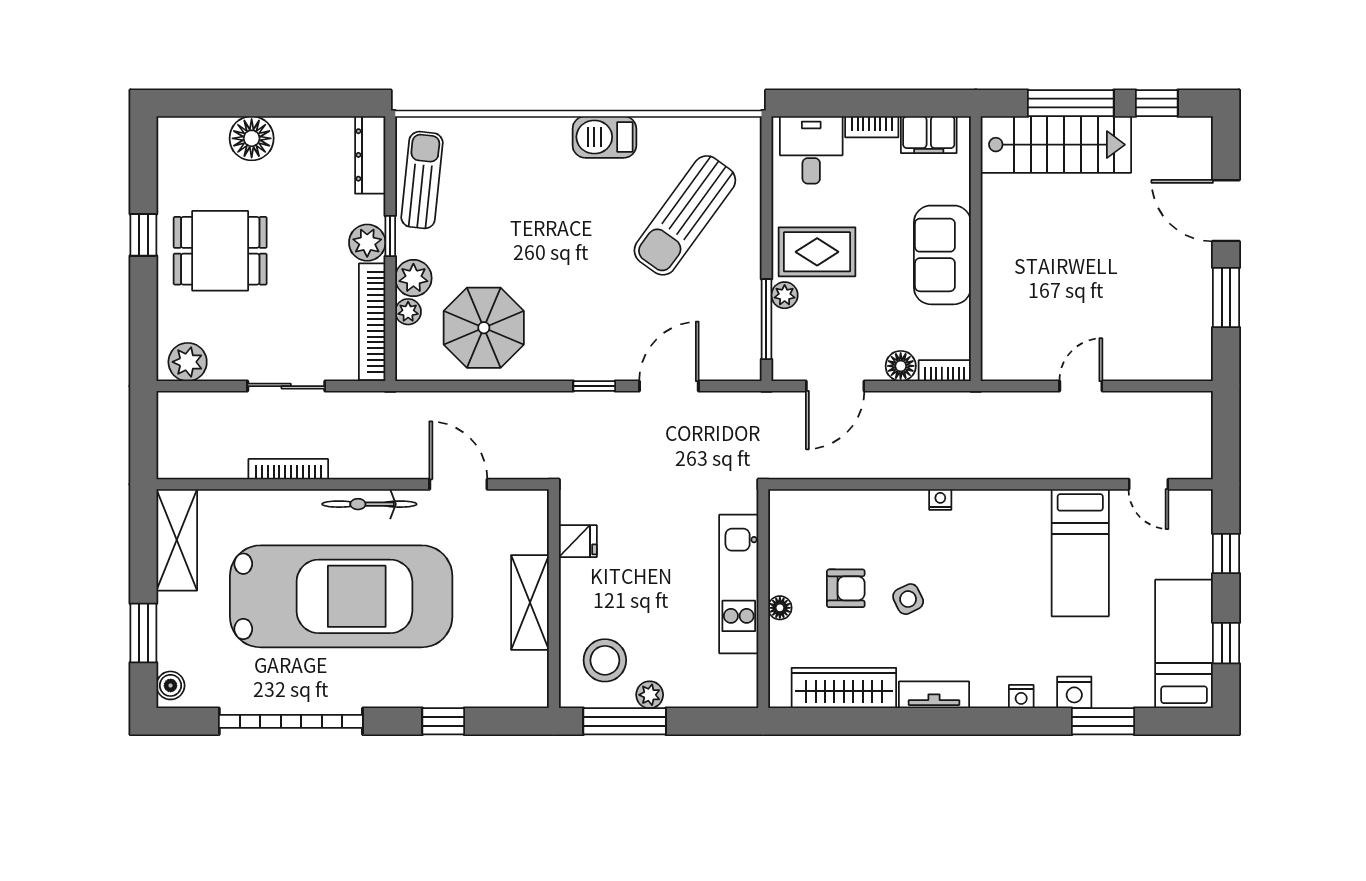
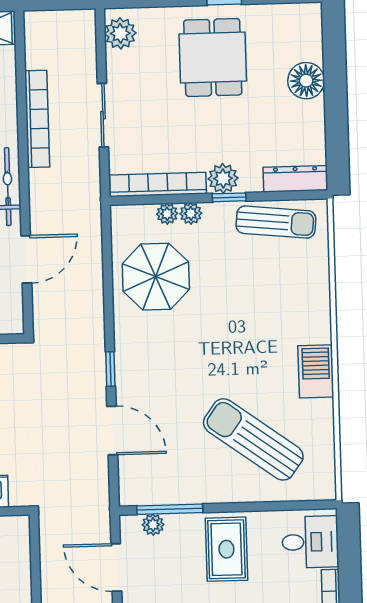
plant: (413, 278) -> (191, 213), width x0.73, depth x0.73
plant: (785, 295) -> (153, 525), moved
bookcase: (288, 469) -> (37, 119), width x1.48, depth x1.31

